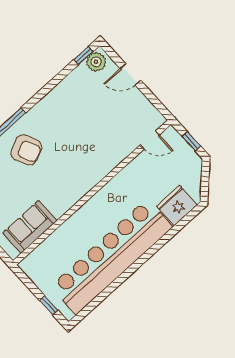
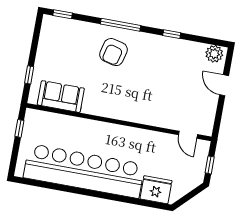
window: (83, 56) -> (172, 34), moved
armchair: (26, 150) -> (113, 52), turned 38
window: (49, 305) -> (19, 128), moved

